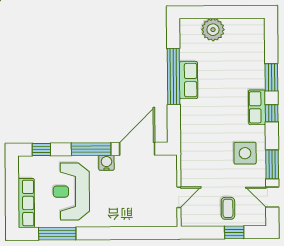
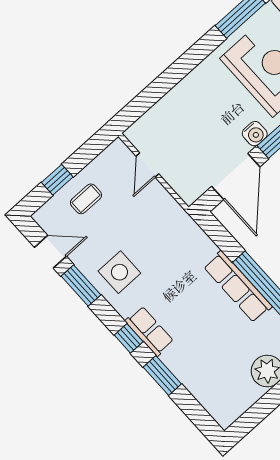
row of seats: (189, 80) -> (238, 287), width x1.48
coffee table: (228, 208) -> (86, 199), turned 90

